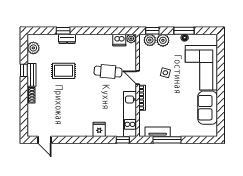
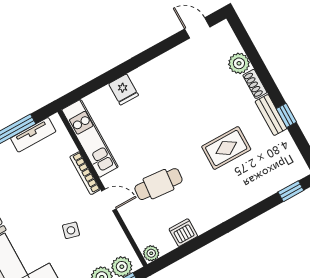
window: (63, 31) -> (291, 191), moved
dresser: (67, 39) -> (248, 199), removed
dishwasher: (119, 40) -> (183, 233), moved
plant: (33, 48) -> (239, 63), moved
window: (123, 140) -> (79, 93), removed

